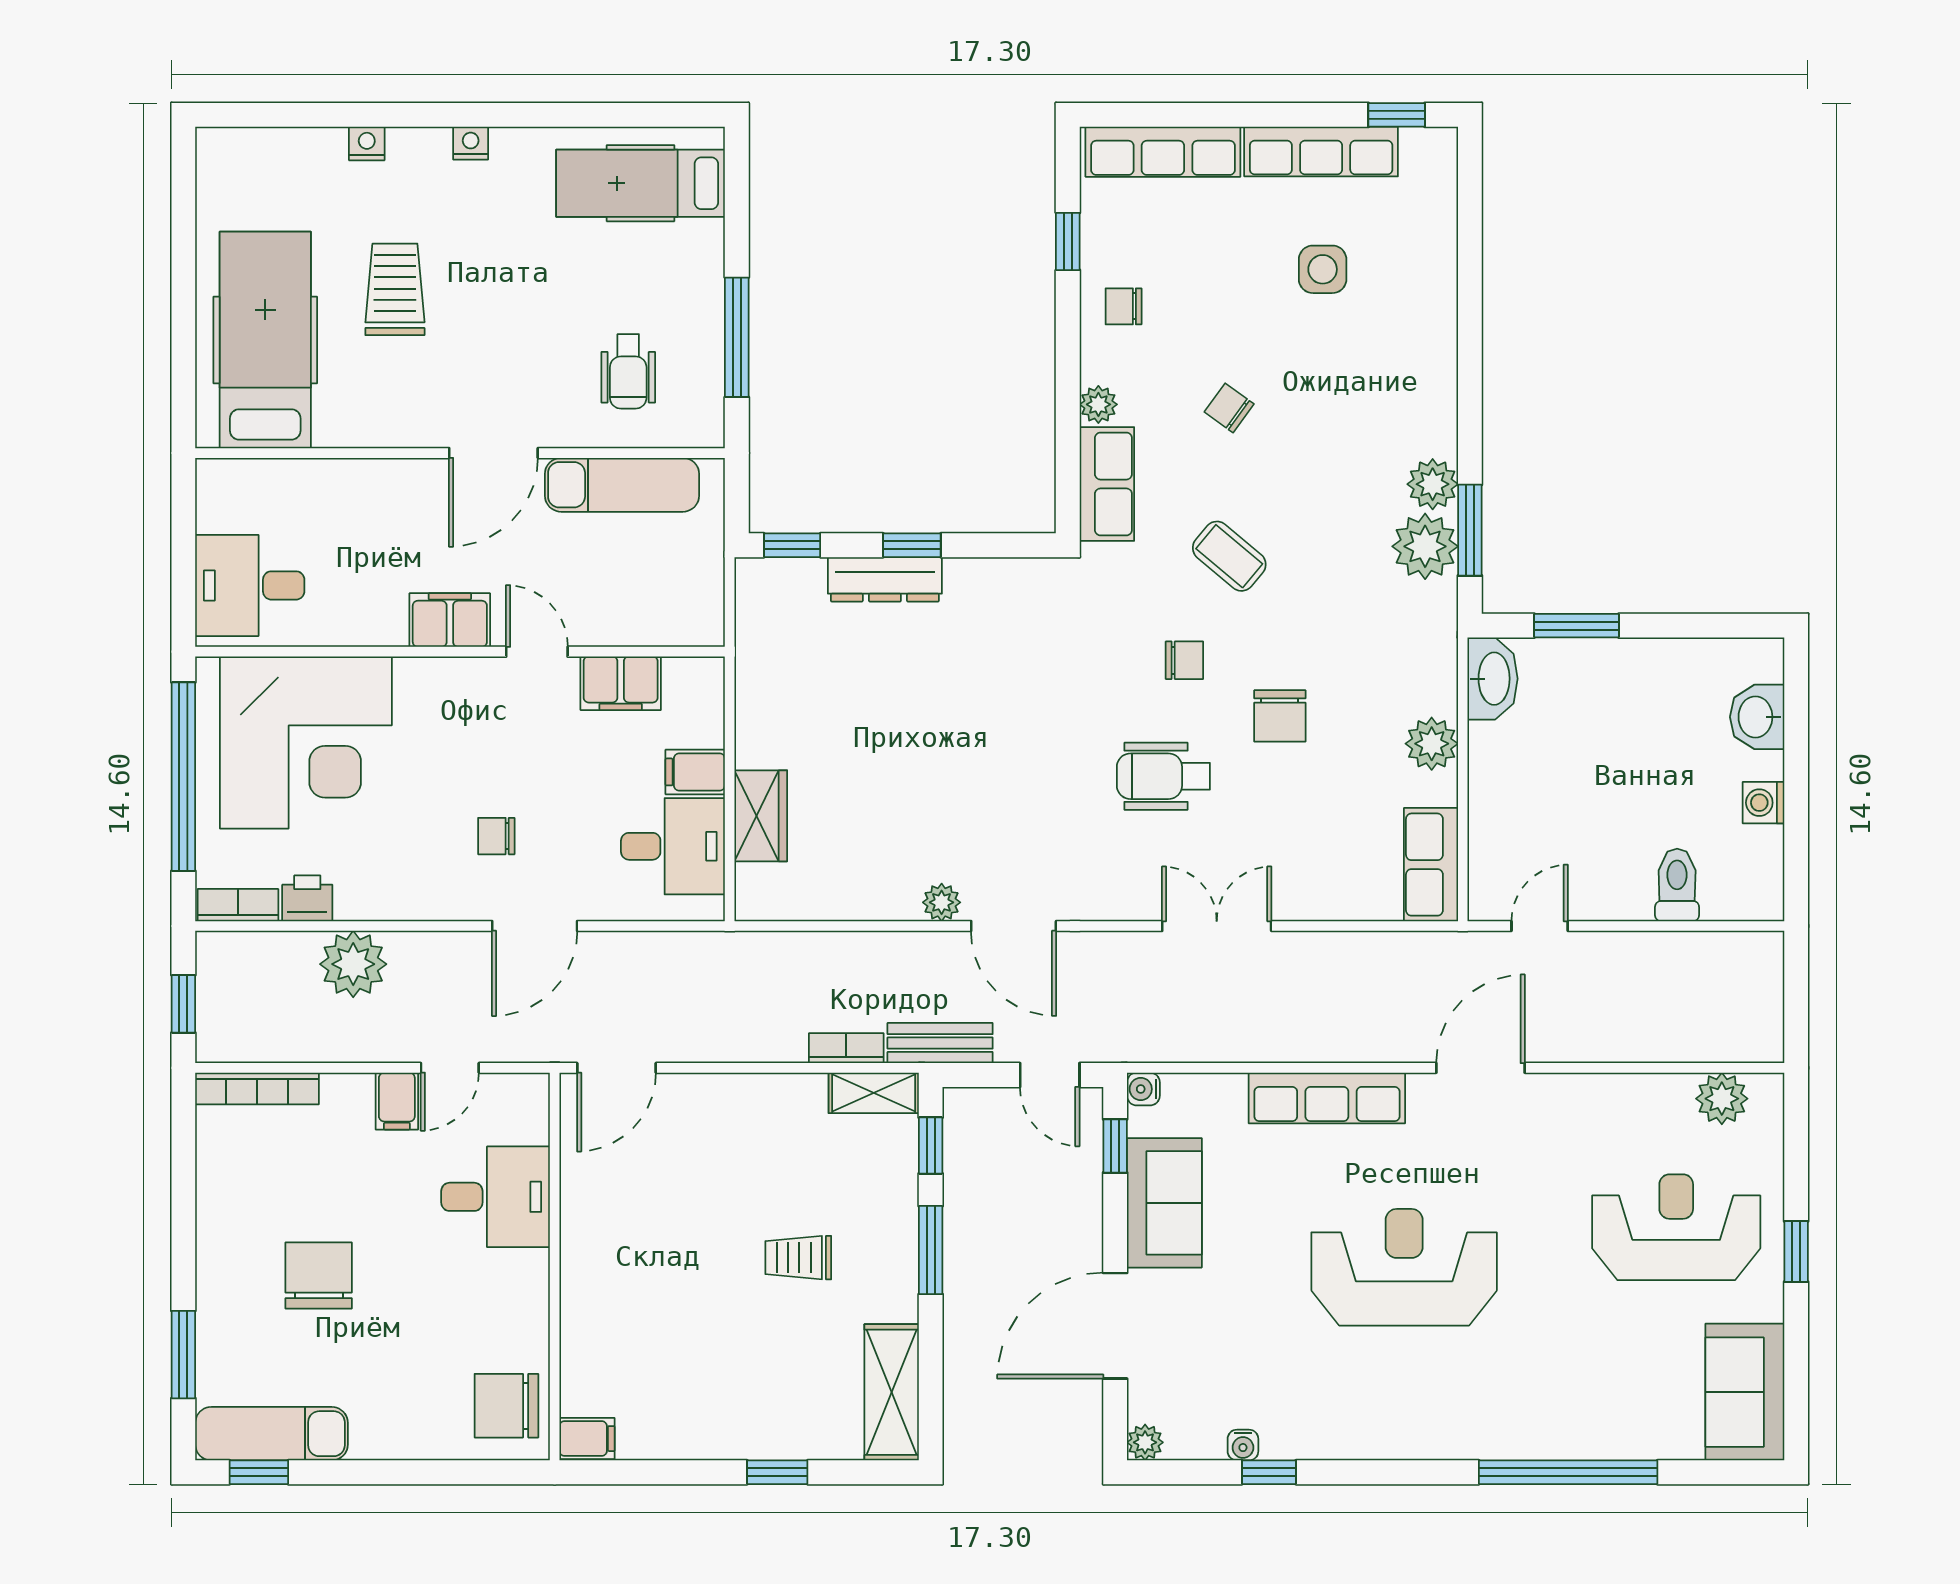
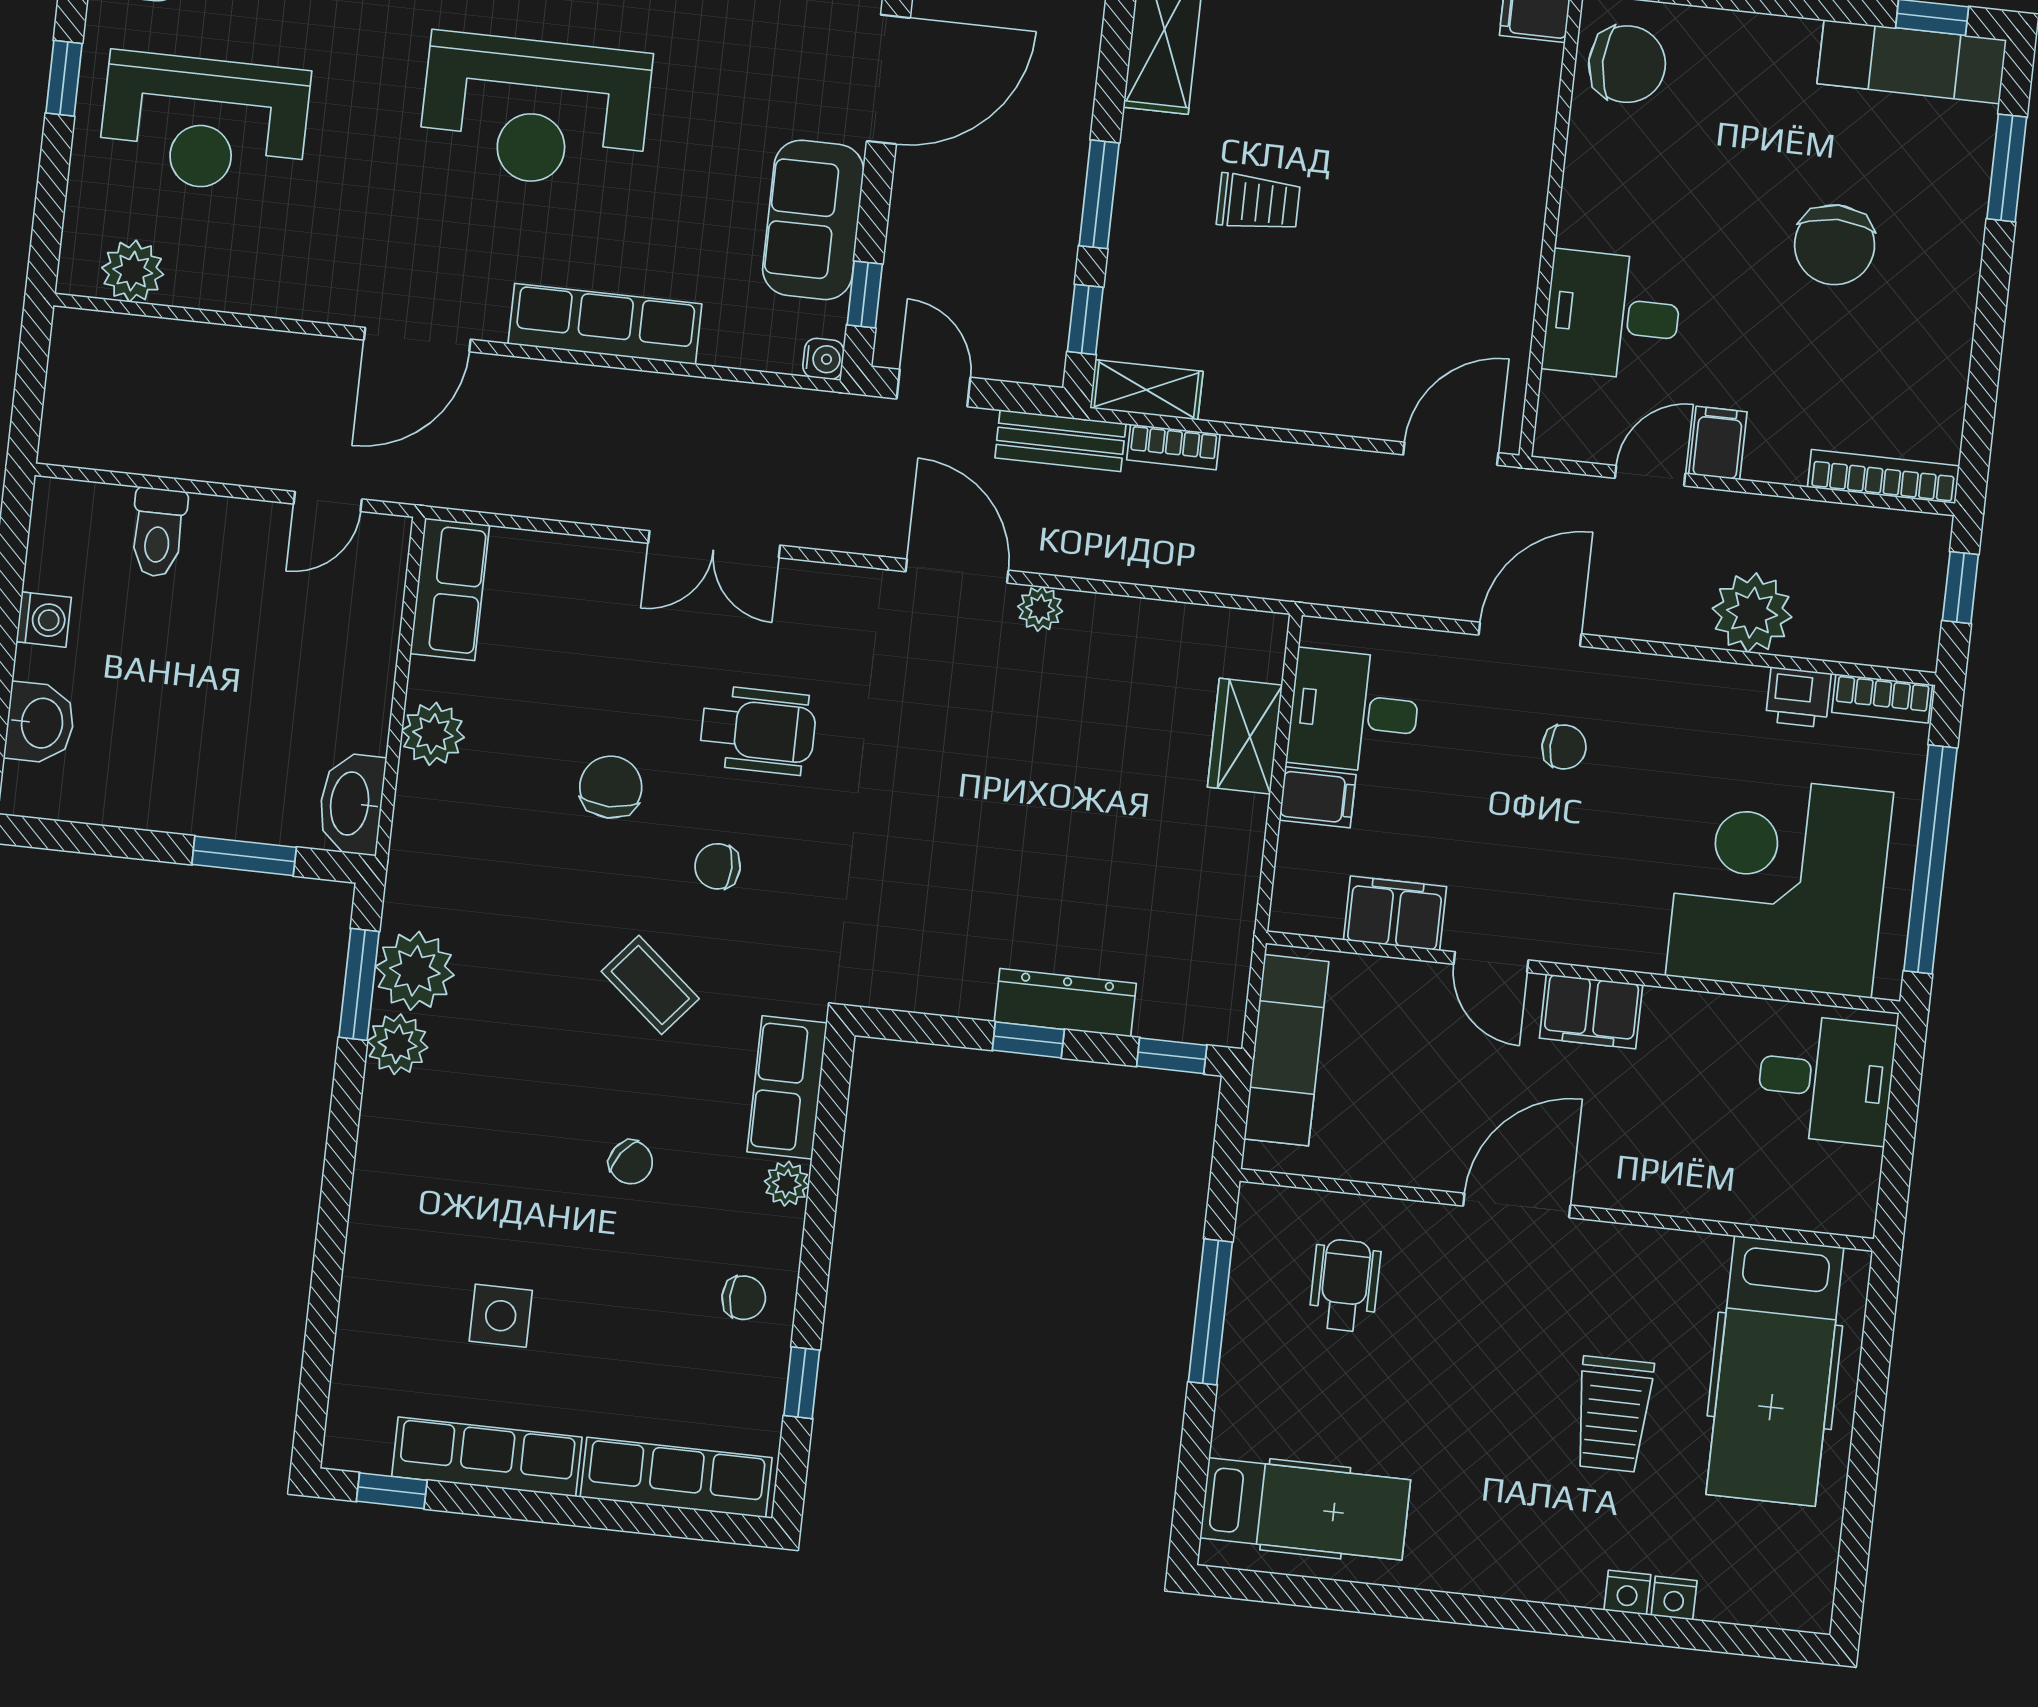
nightstand: (471, 143) -> (1674, 1598), moved
exam couch: (622, 485) -> (1286, 1050), moved, turned 90

